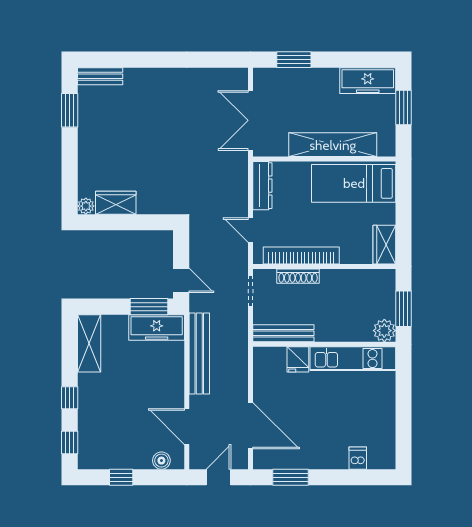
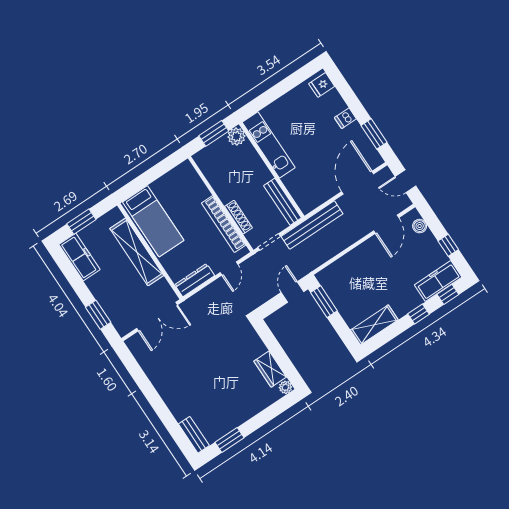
wardrobe: (384, 245) -> (180, 174), removed
freezer: (157, 328) -> (438, 281), moved, turned -90
bench: (199, 353) -> (312, 225), moved
fridge: (298, 359) -> (322, 85), moved, turned 180
dishwasher: (358, 458) -> (345, 118), moved

